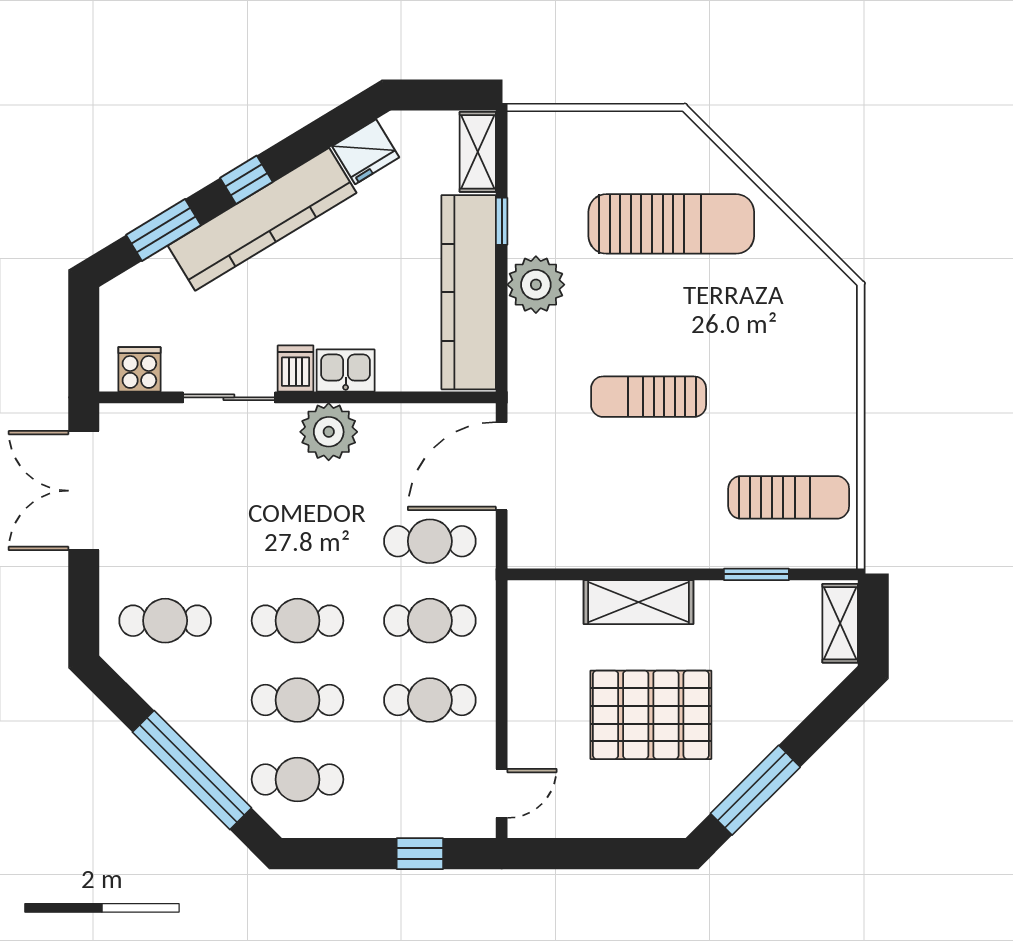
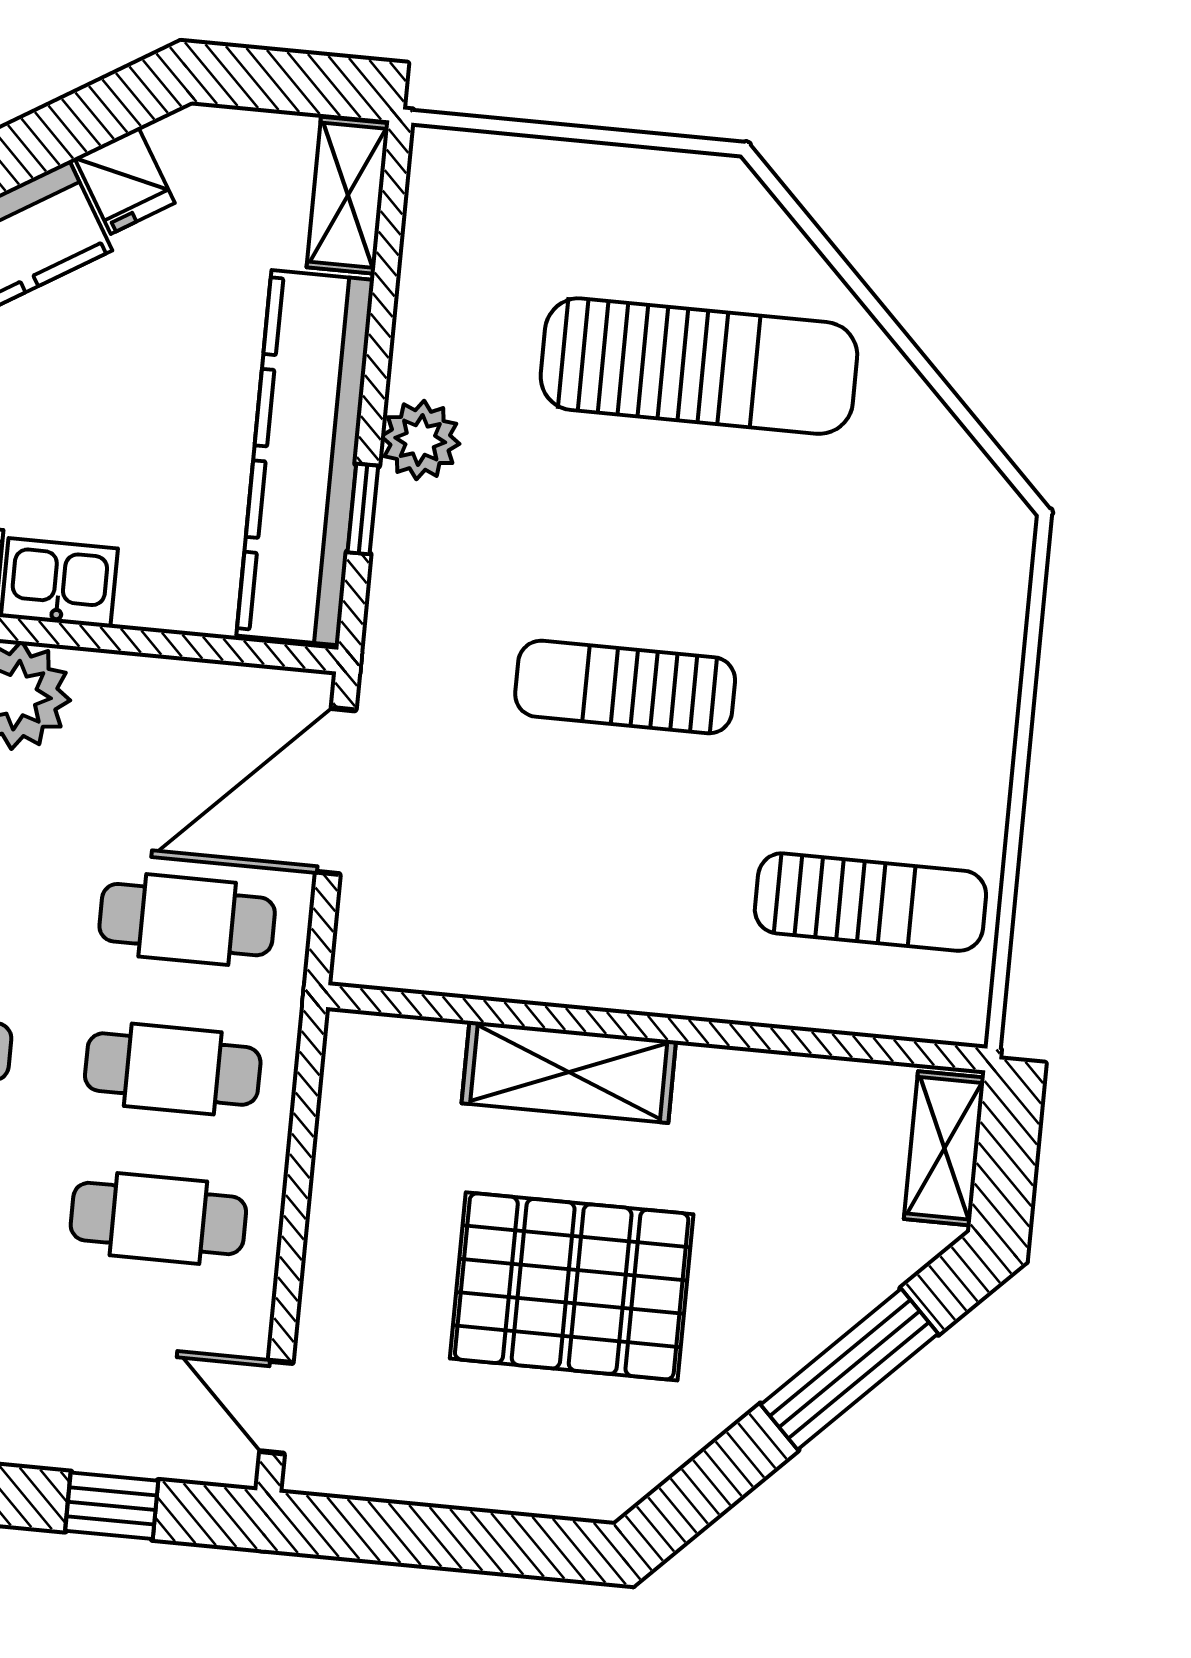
fridge: (366, 152) -> (125, 181), width x0.72
window: (502, 221) -> (363, 509), moved
plant: (536, 285) -> (420, 440), width x0.73, depth x0.73
window: (756, 574) -> (796, 1041), removed
window: (755, 790) -> (849, 1369), moved
door: (502, 793) -> (276, 1407), swing flipped

